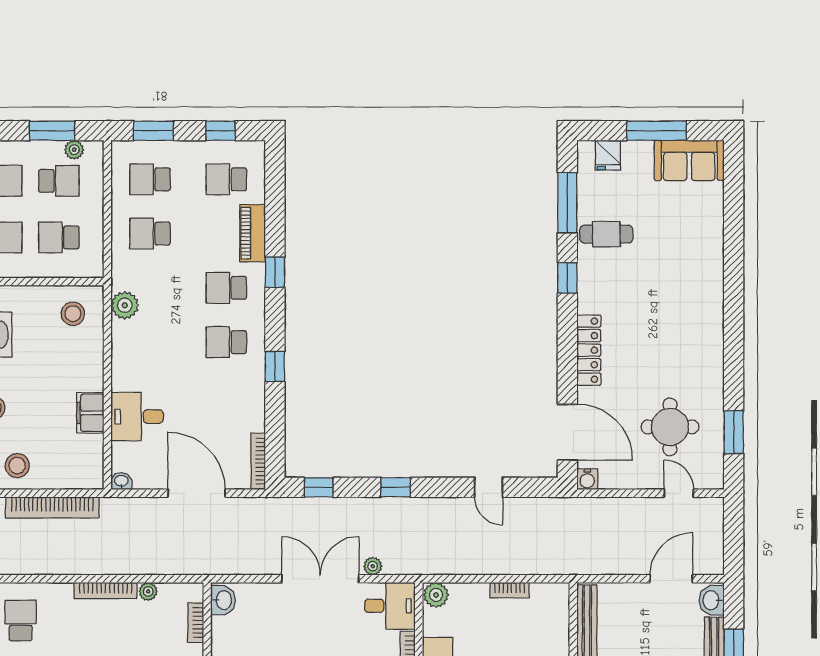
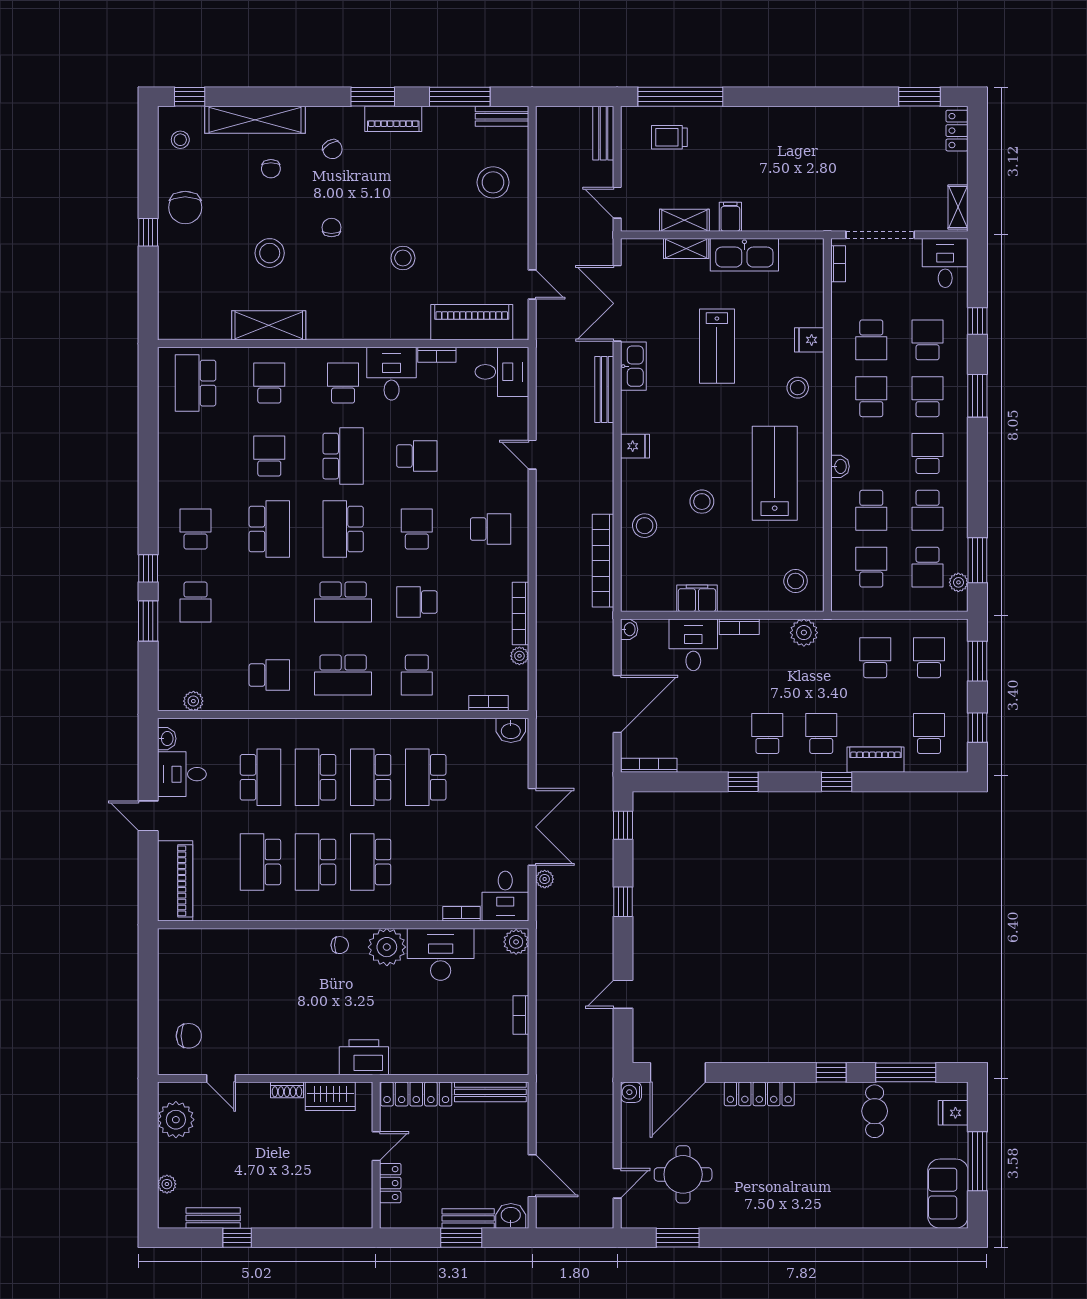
bookcase: (119, 370) -> (739, 627), added

